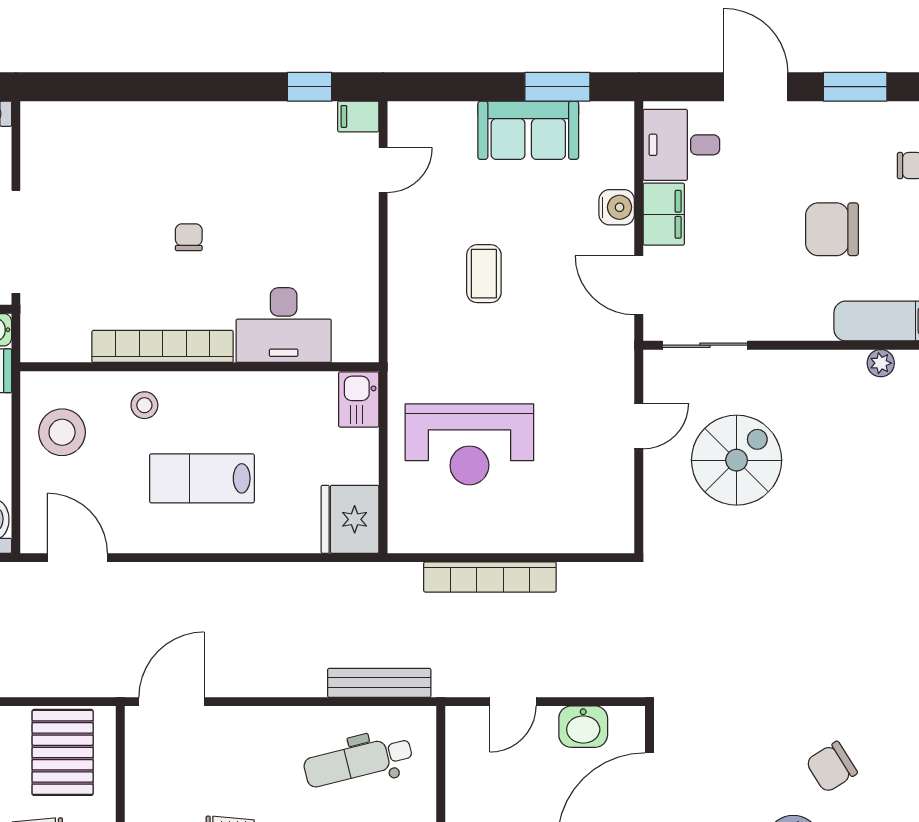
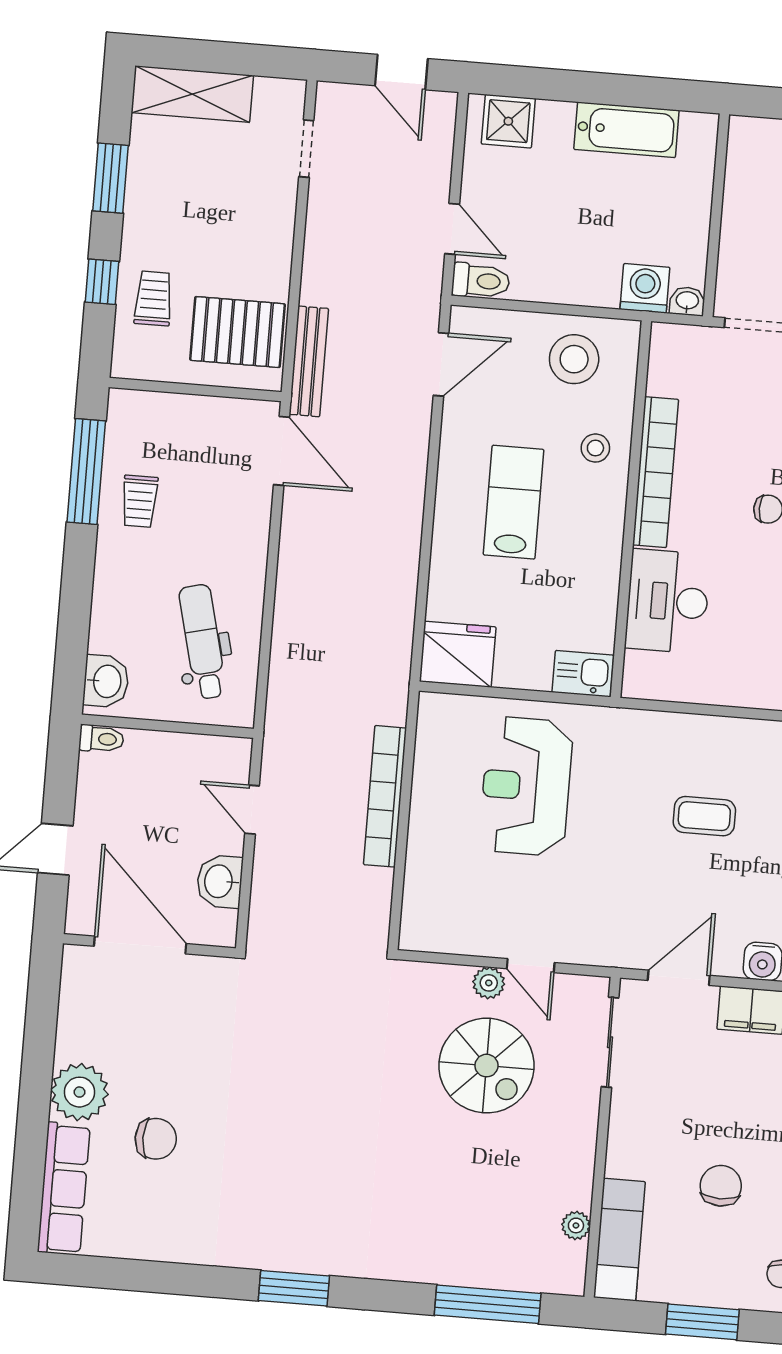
chair: (832, 229) -> (721, 1186), width x0.73, depth x0.73
plant: (658, 464) -> (489, 983), added
bench: (379, 683) -> (309, 361), moved
chair: (831, 767) -> (156, 1139), turned 122

